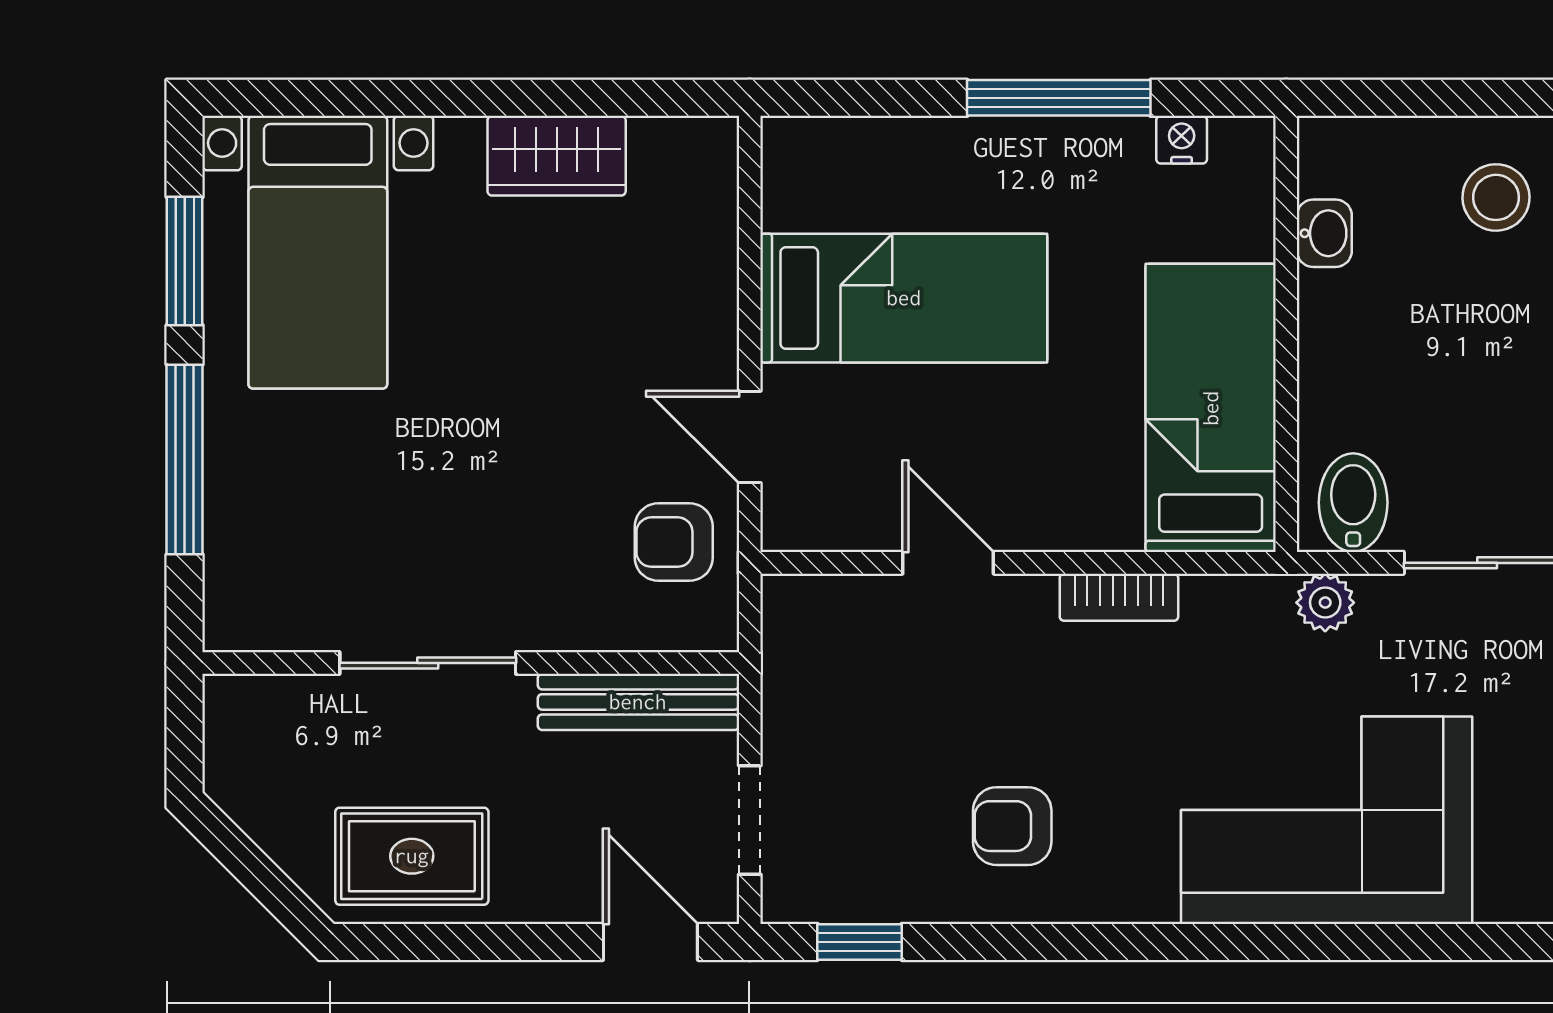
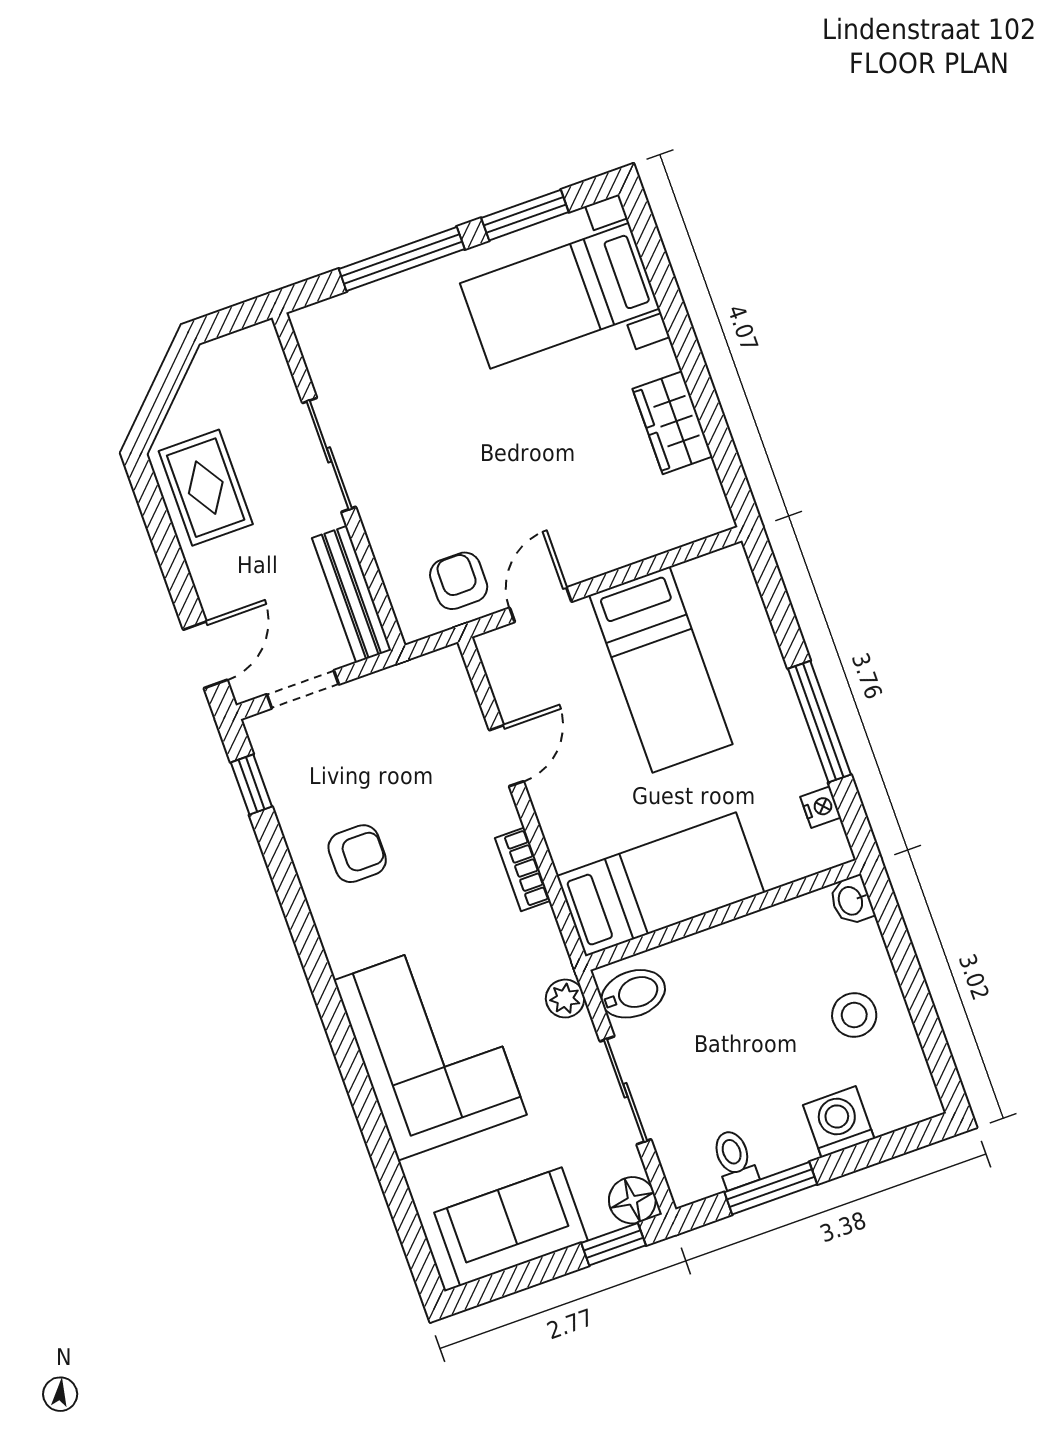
washbasin: (1324, 233) -> (851, 900), moved, turned 90
armchair: (1012, 826) -> (357, 854), turned 90

